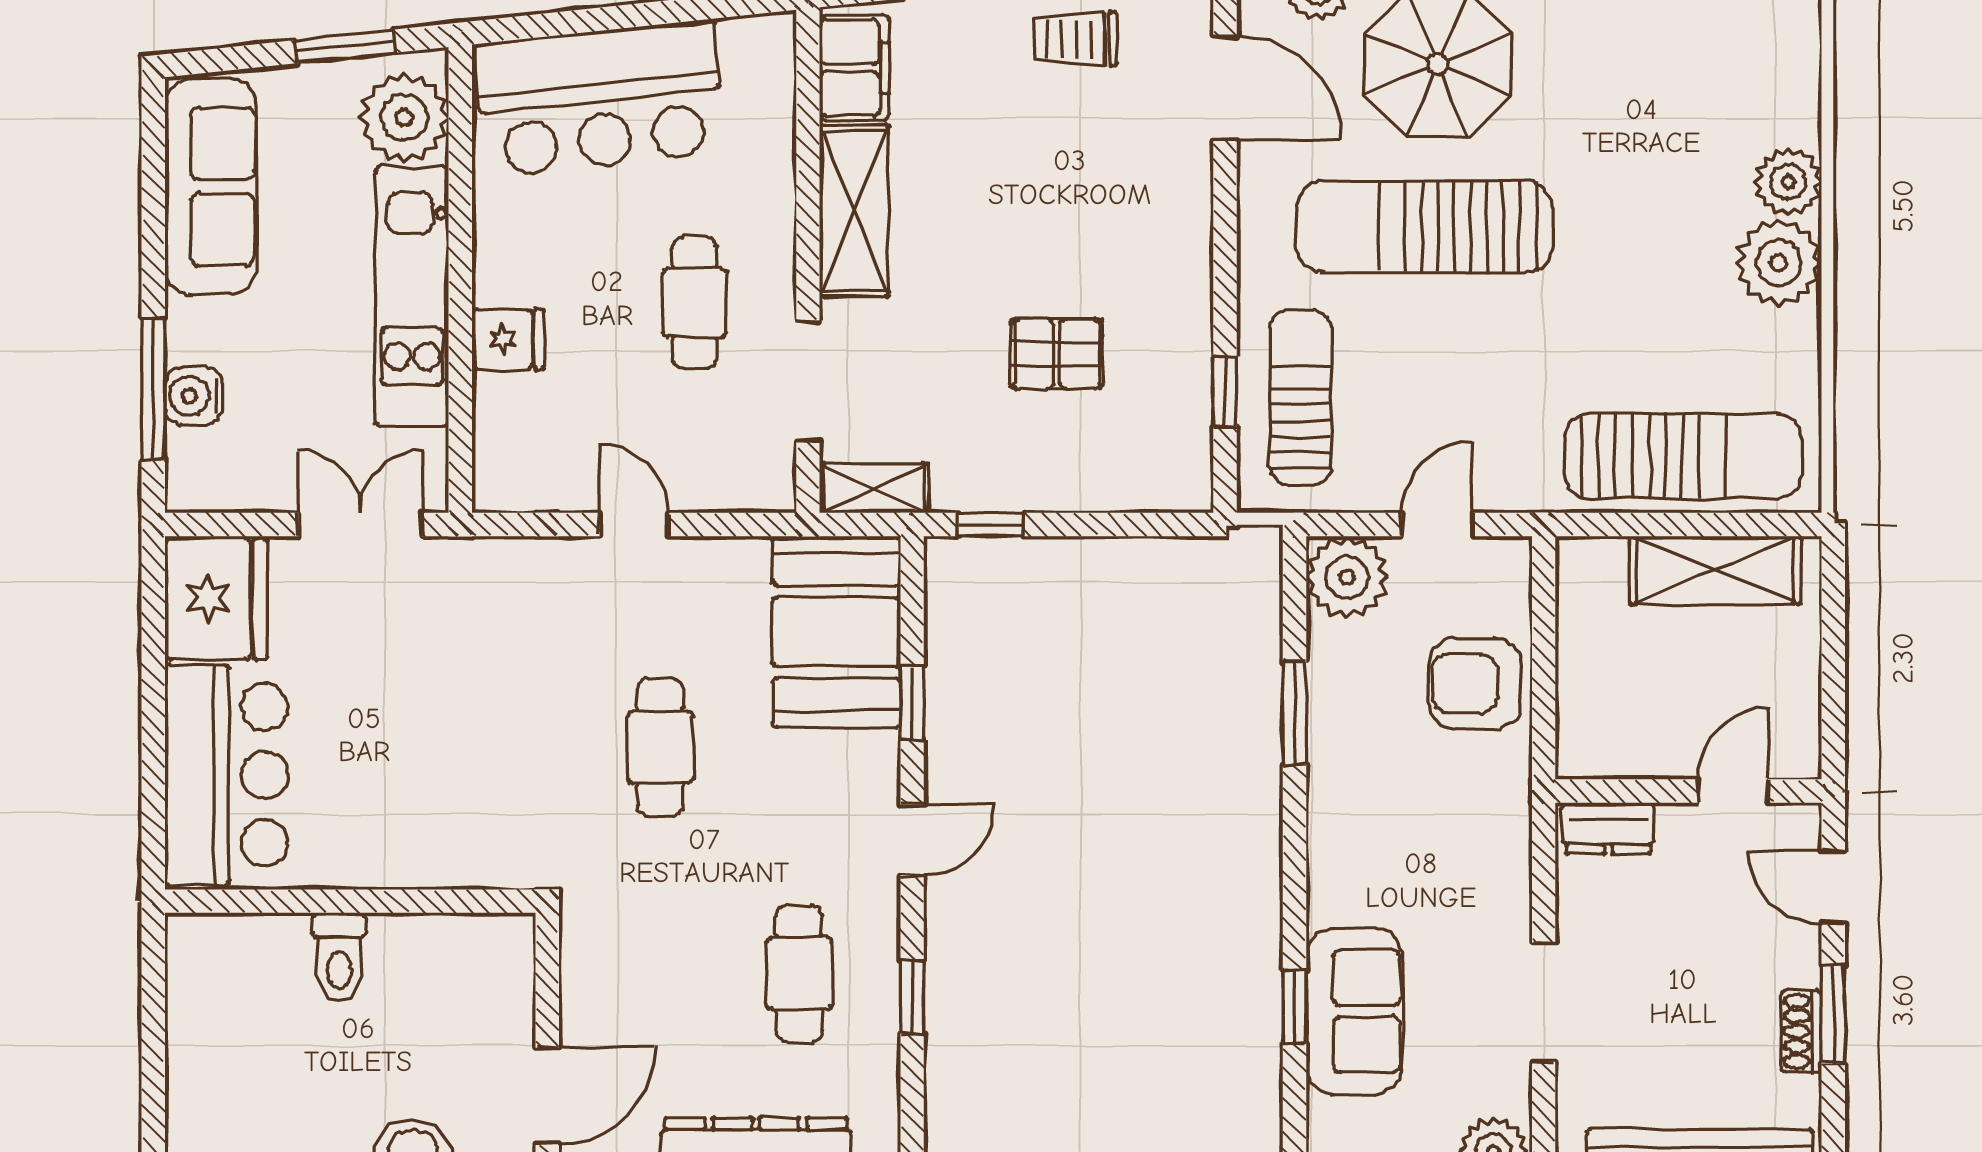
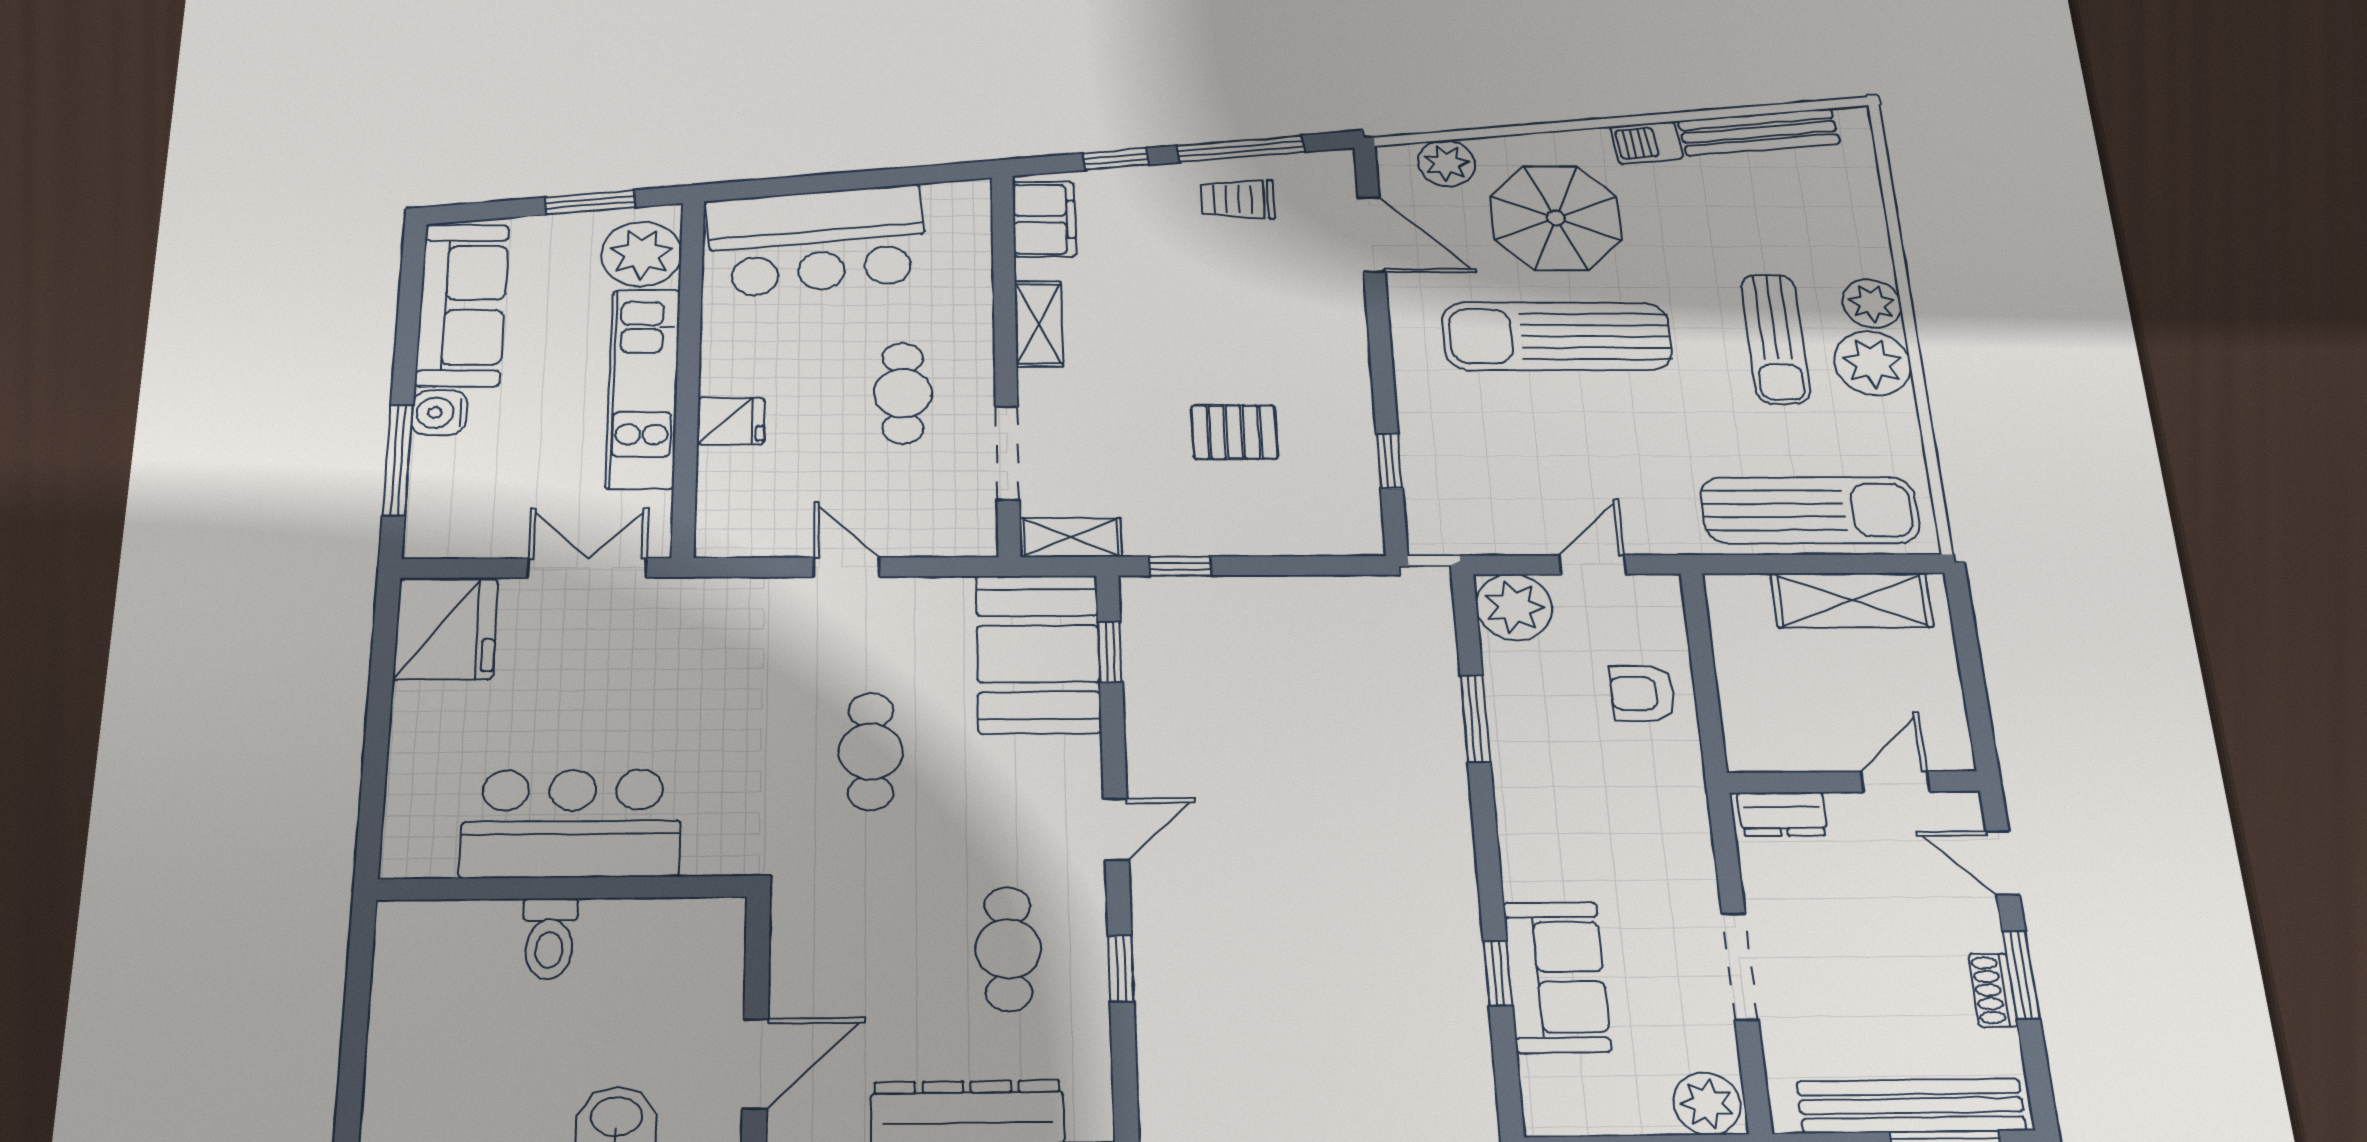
shelving: (854, 211) -> (1039, 324), width x0.67, depth x0.75
water cooler: (194, 396) -> (439, 413), moved
sun lounger: (1301, 397) -> (1775, 339), moved, turned 180
armchair: (1475, 684) -> (1642, 693), width x0.72, depth x0.72
window: (912, 703) -> (1110, 652), moved
bar counter: (226, 775) -> (571, 823), moved, turned -90

